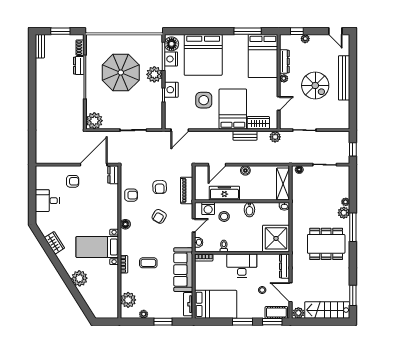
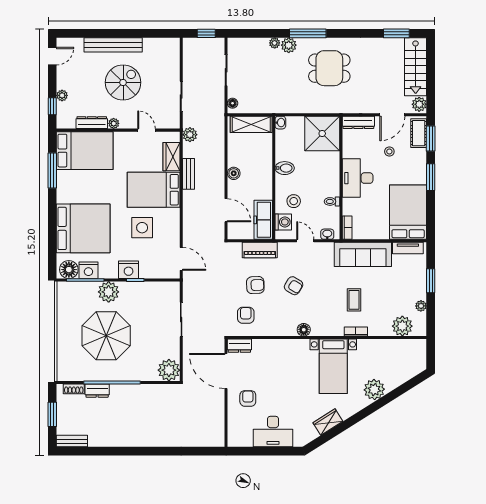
freezer: (224, 193) -> (263, 220), moved
armchair: (131, 195) -> (246, 315), moved
desk: (47, 201) -> (273, 432), width x1.37
dining table: (326, 244) -> (329, 68), width x0.73

